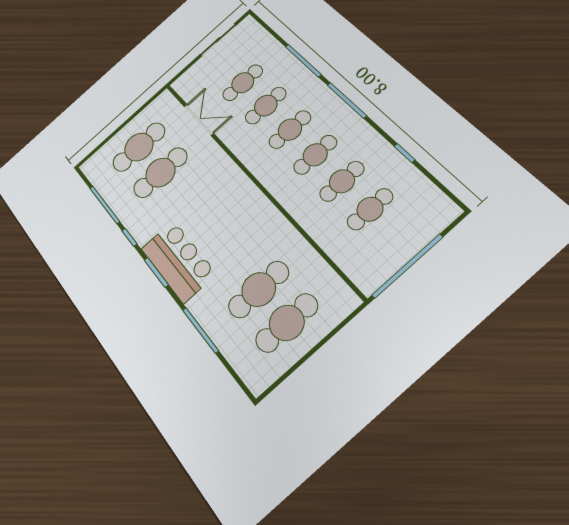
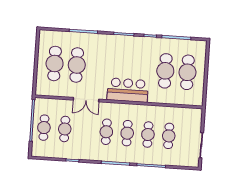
double door: (199, 120) -> (86, 100), moved
cafe table: (342, 181) -> (44, 128), moved
bar counter: (178, 261) -> (128, 90), moved, turned 180

